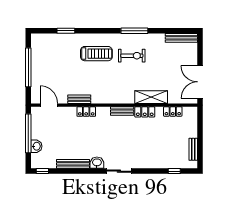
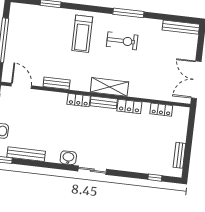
treadmill: (96, 54) -> (82, 34), turned 90
shelving: (151, 97) -> (109, 87), moved
locker: (86, 112) -> (79, 100), moved
bench: (73, 164) -> (26, 154), moved

